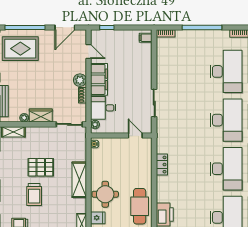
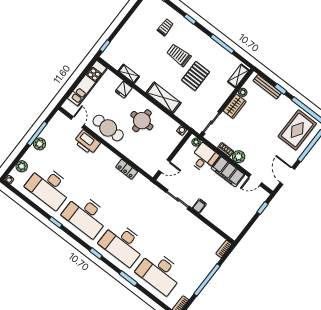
filing cabinet: (146, 38) -> (199, 206), moved
round table: (105, 194) -> (142, 121), moved

